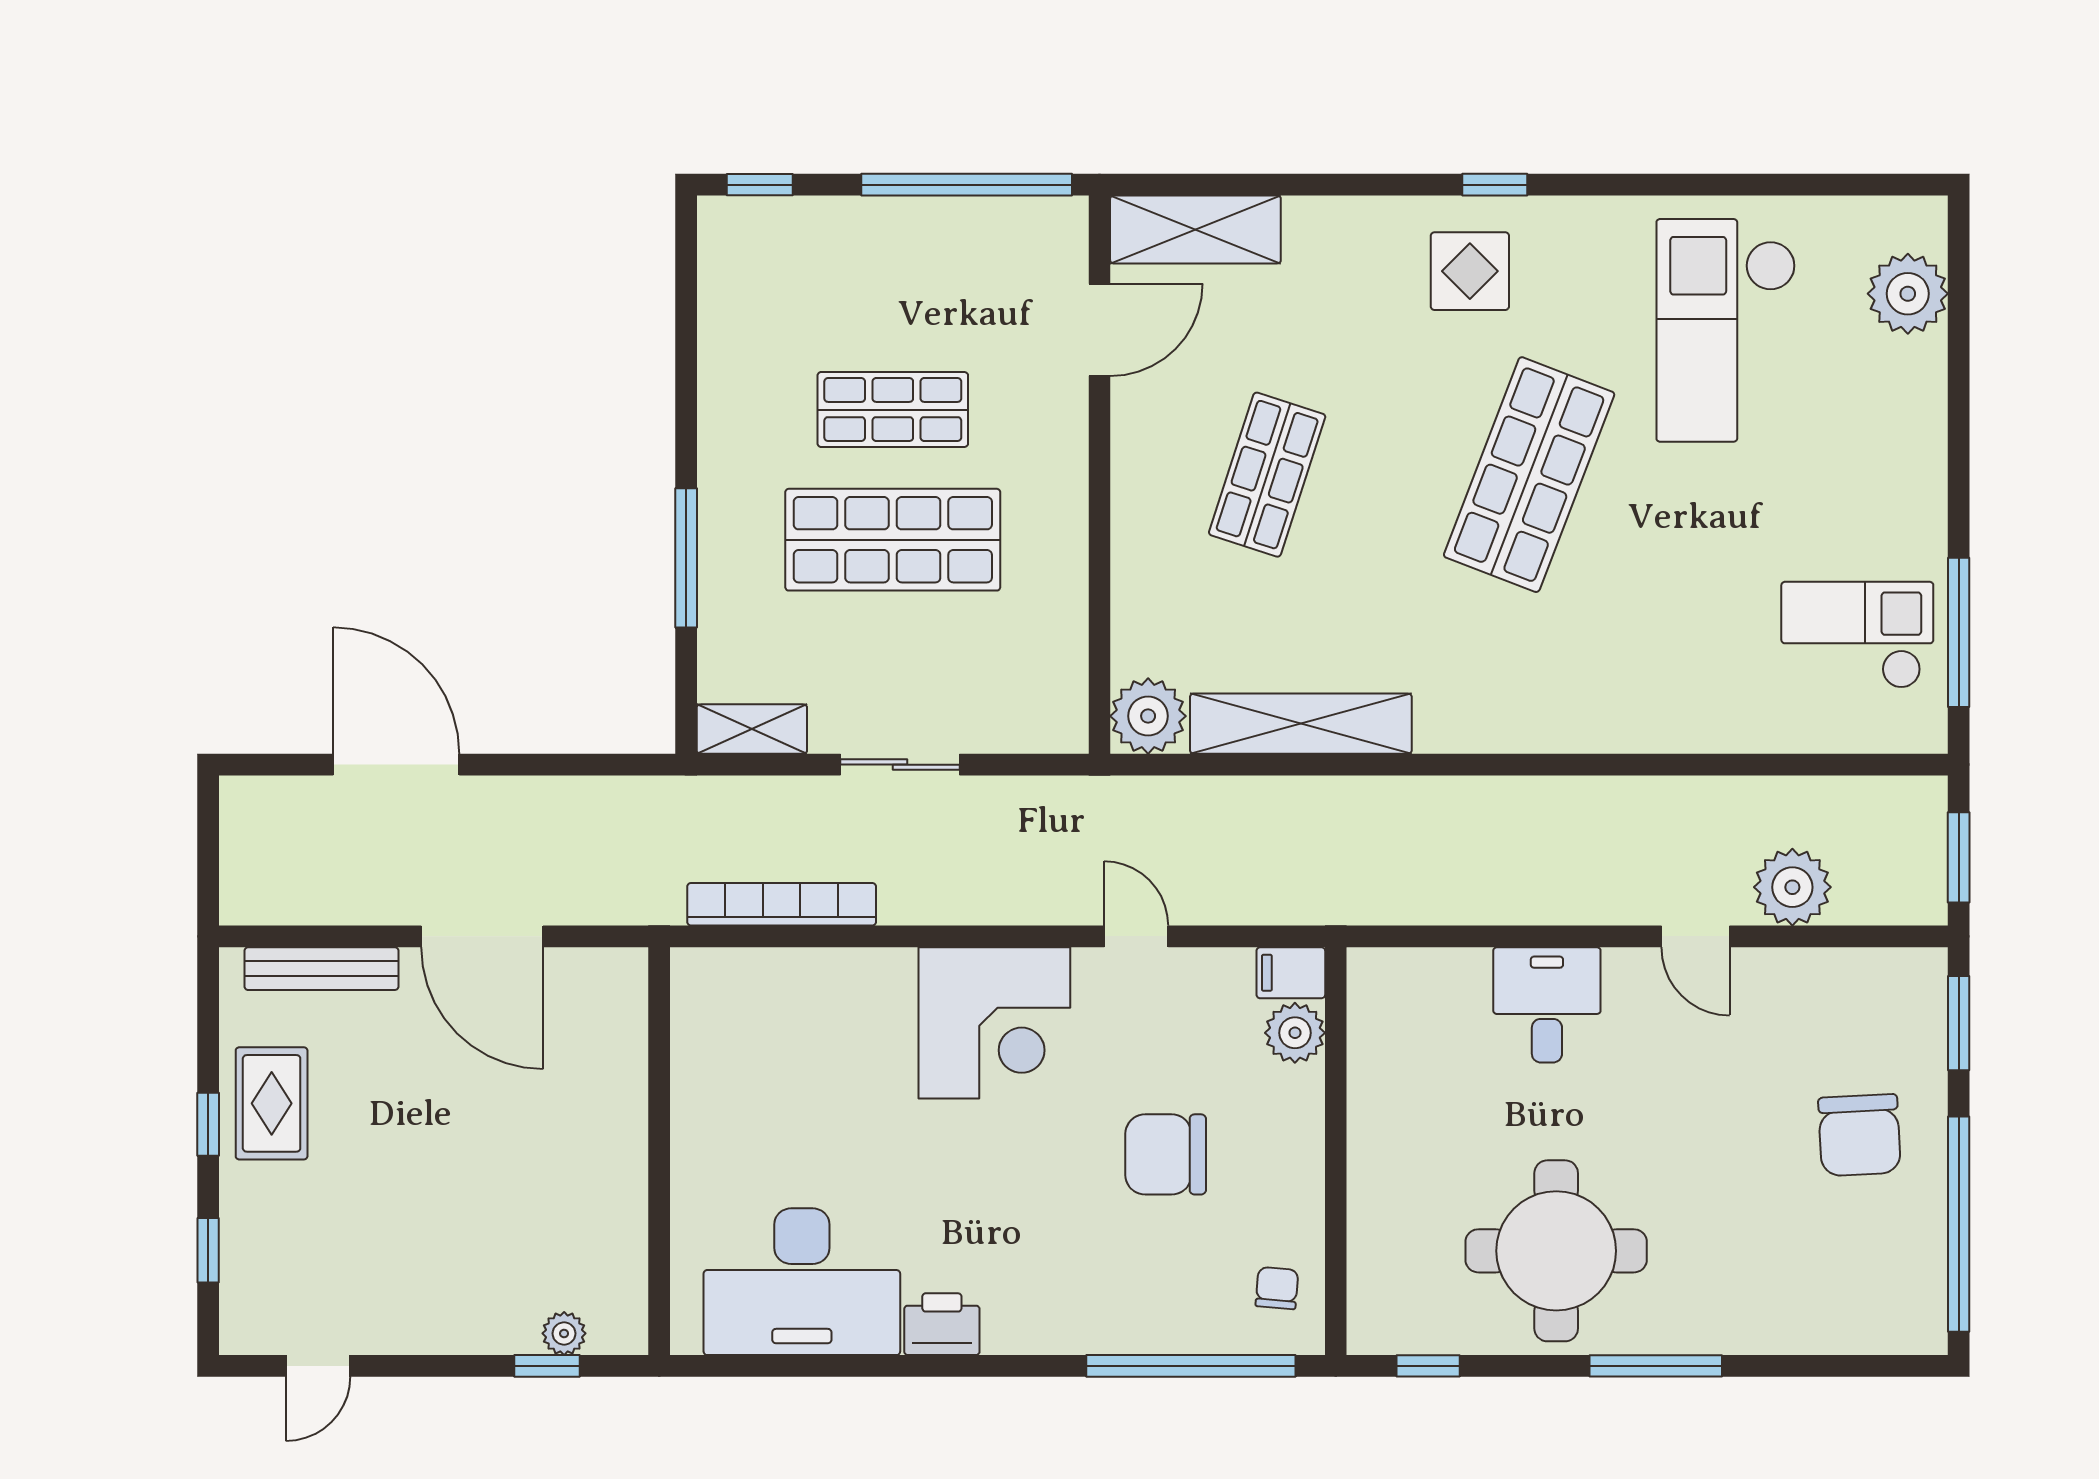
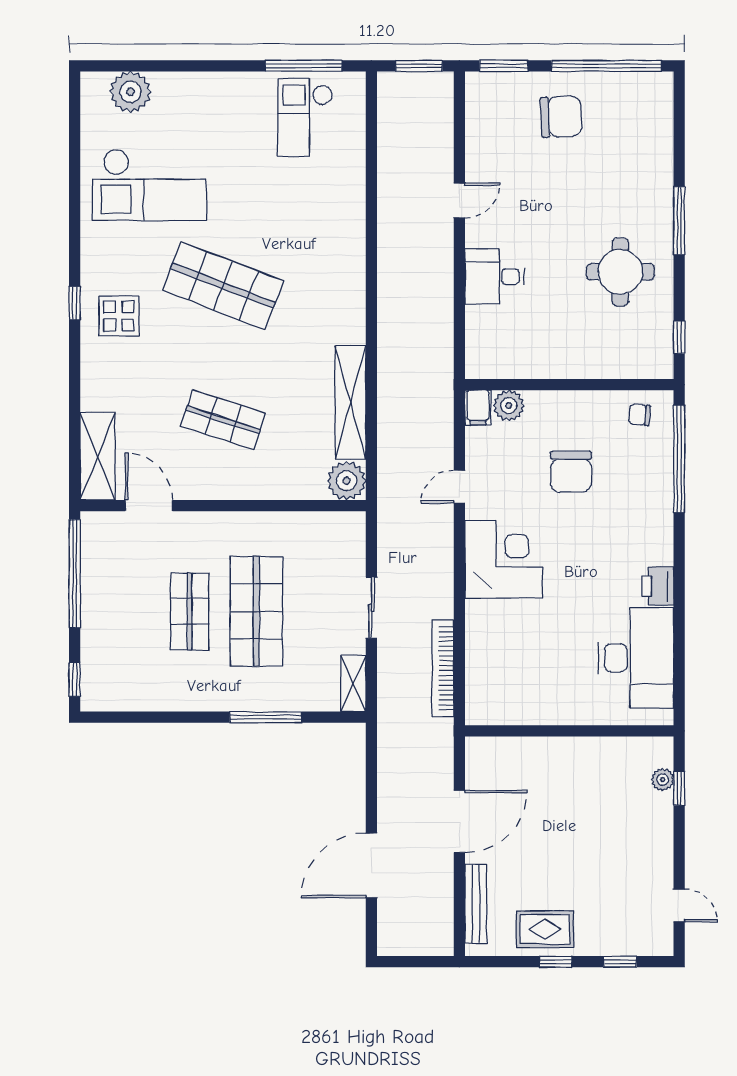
plant: (1792, 887) -> (434, 151), removed
round table: (1556, 1251) -> (620, 272), width x0.73, depth x0.73

